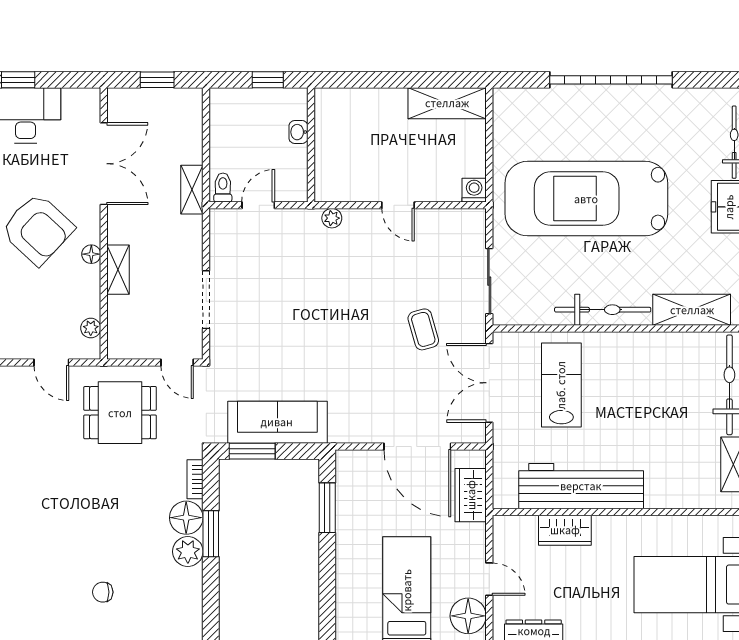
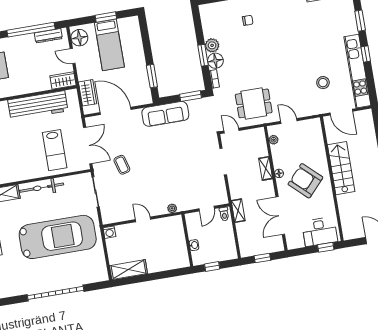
sofa: (277, 422) -> (165, 114), moved
wardrobe: (565, 530) -> (63, 81), moved

